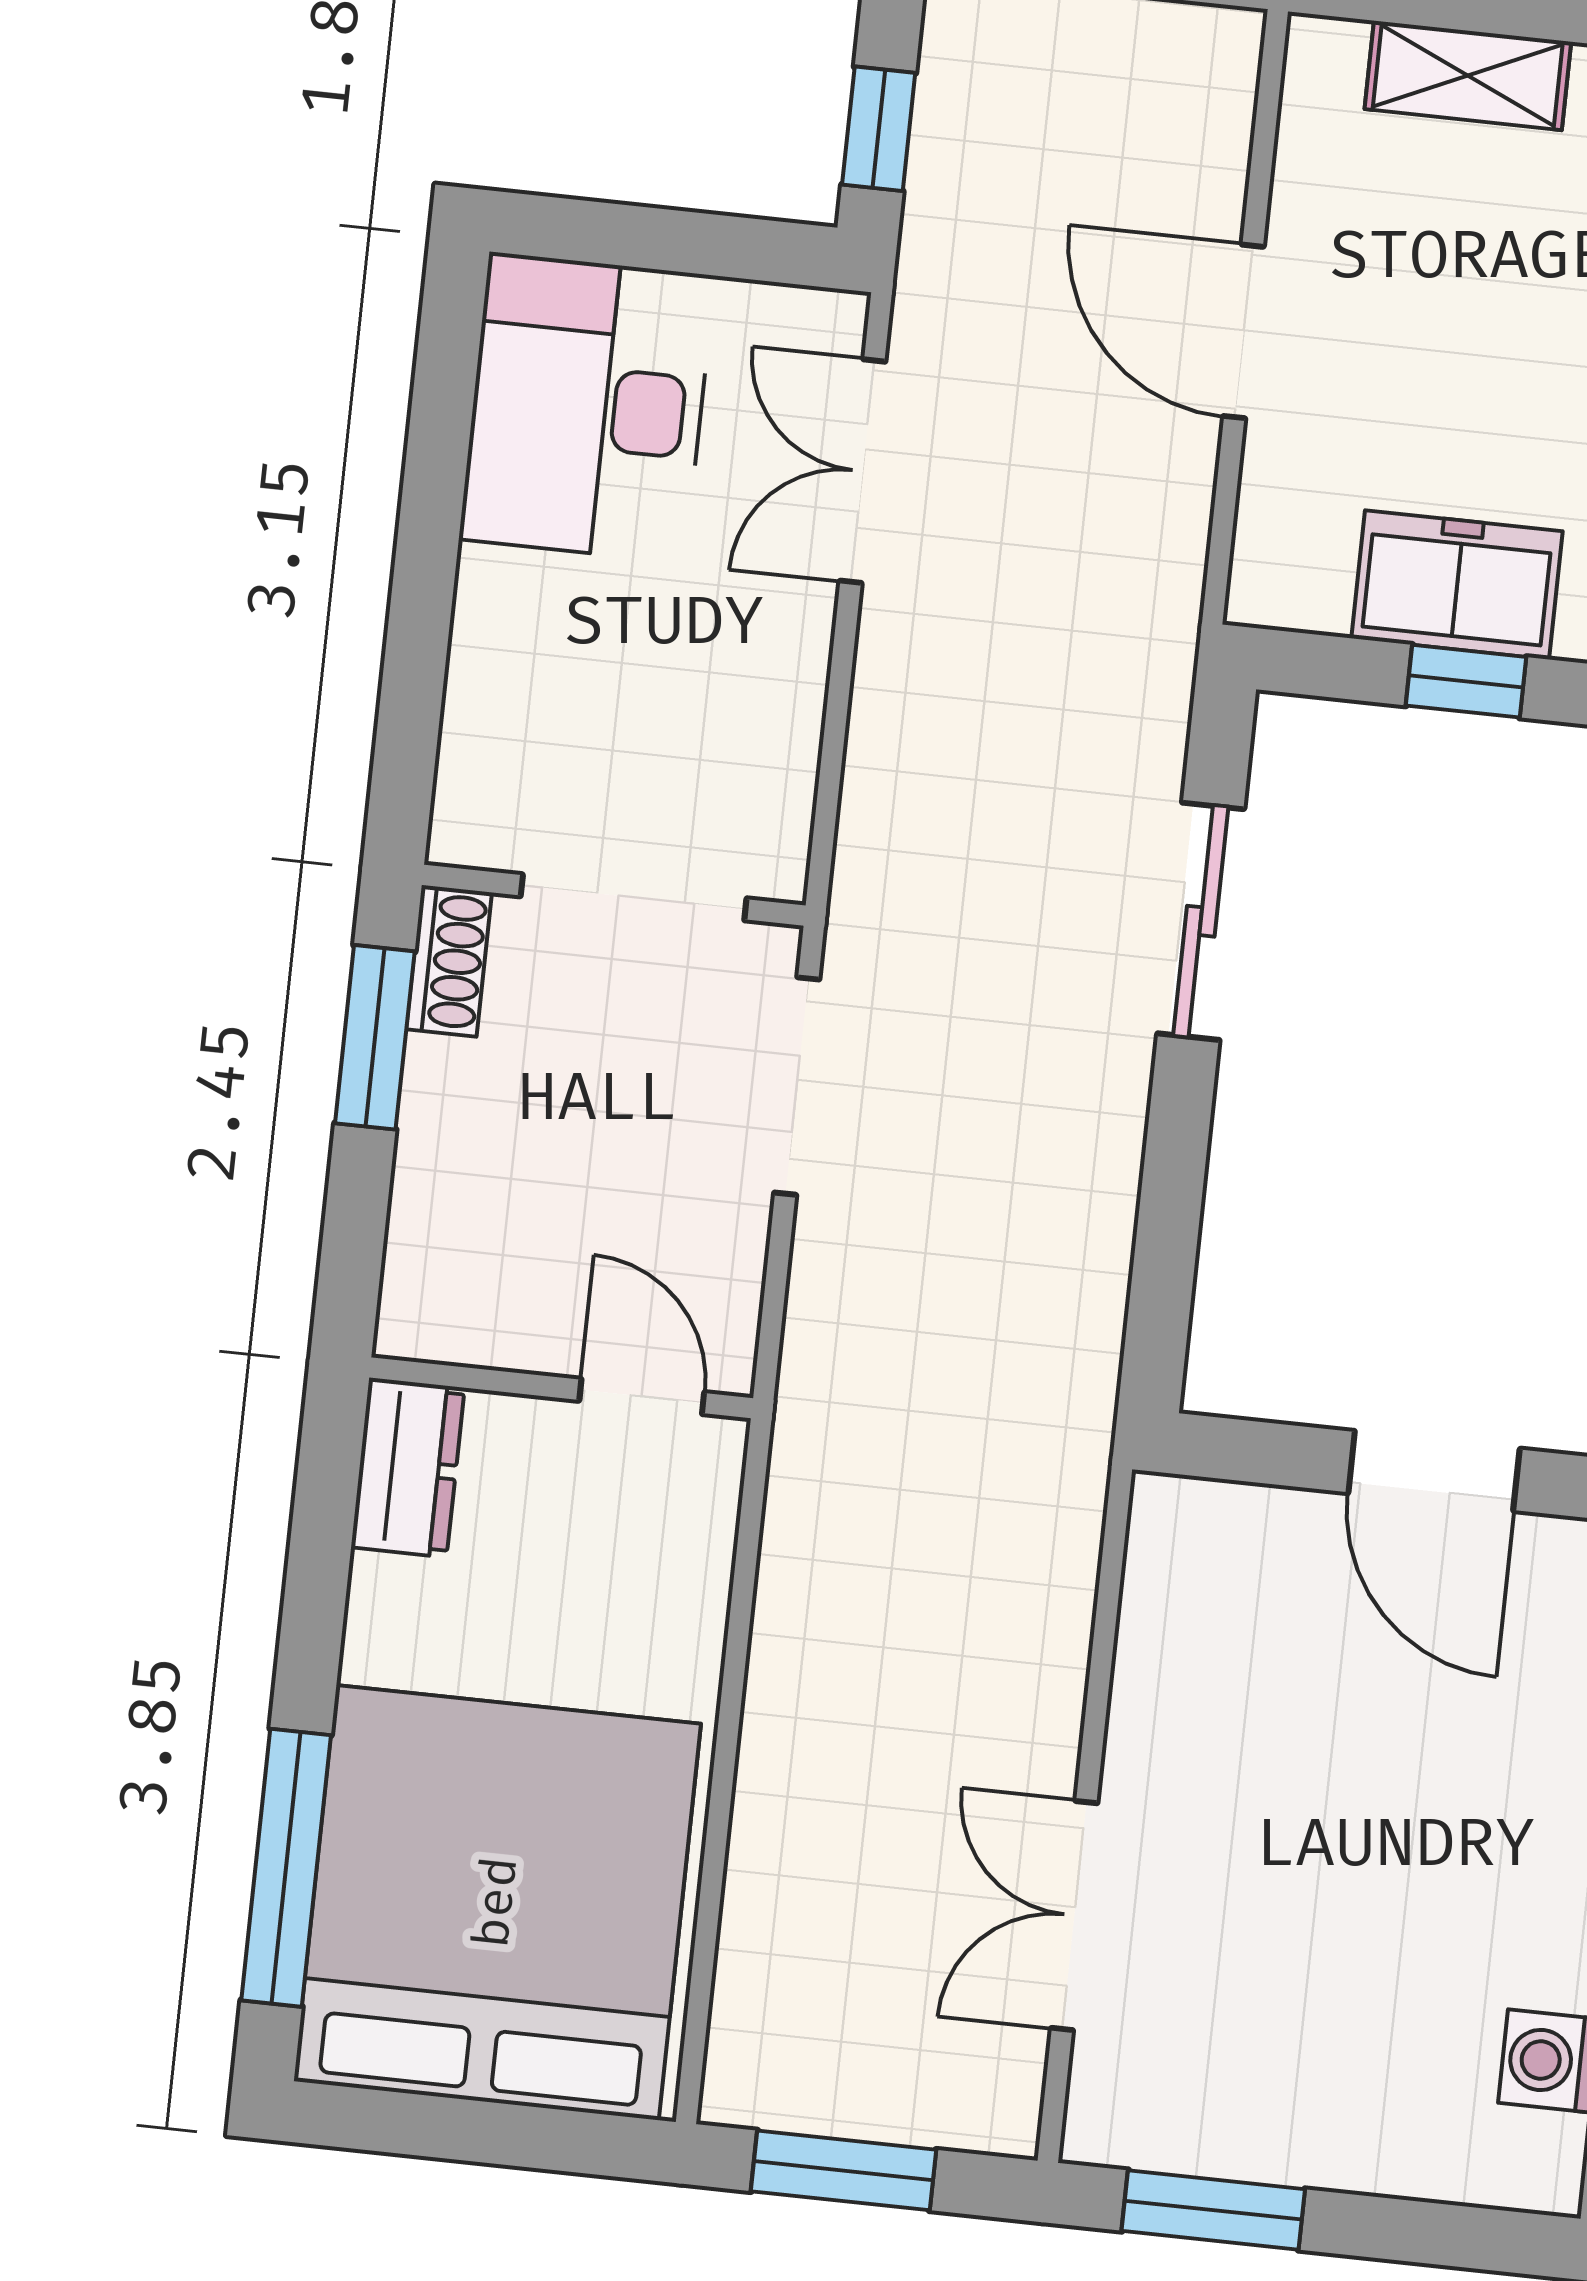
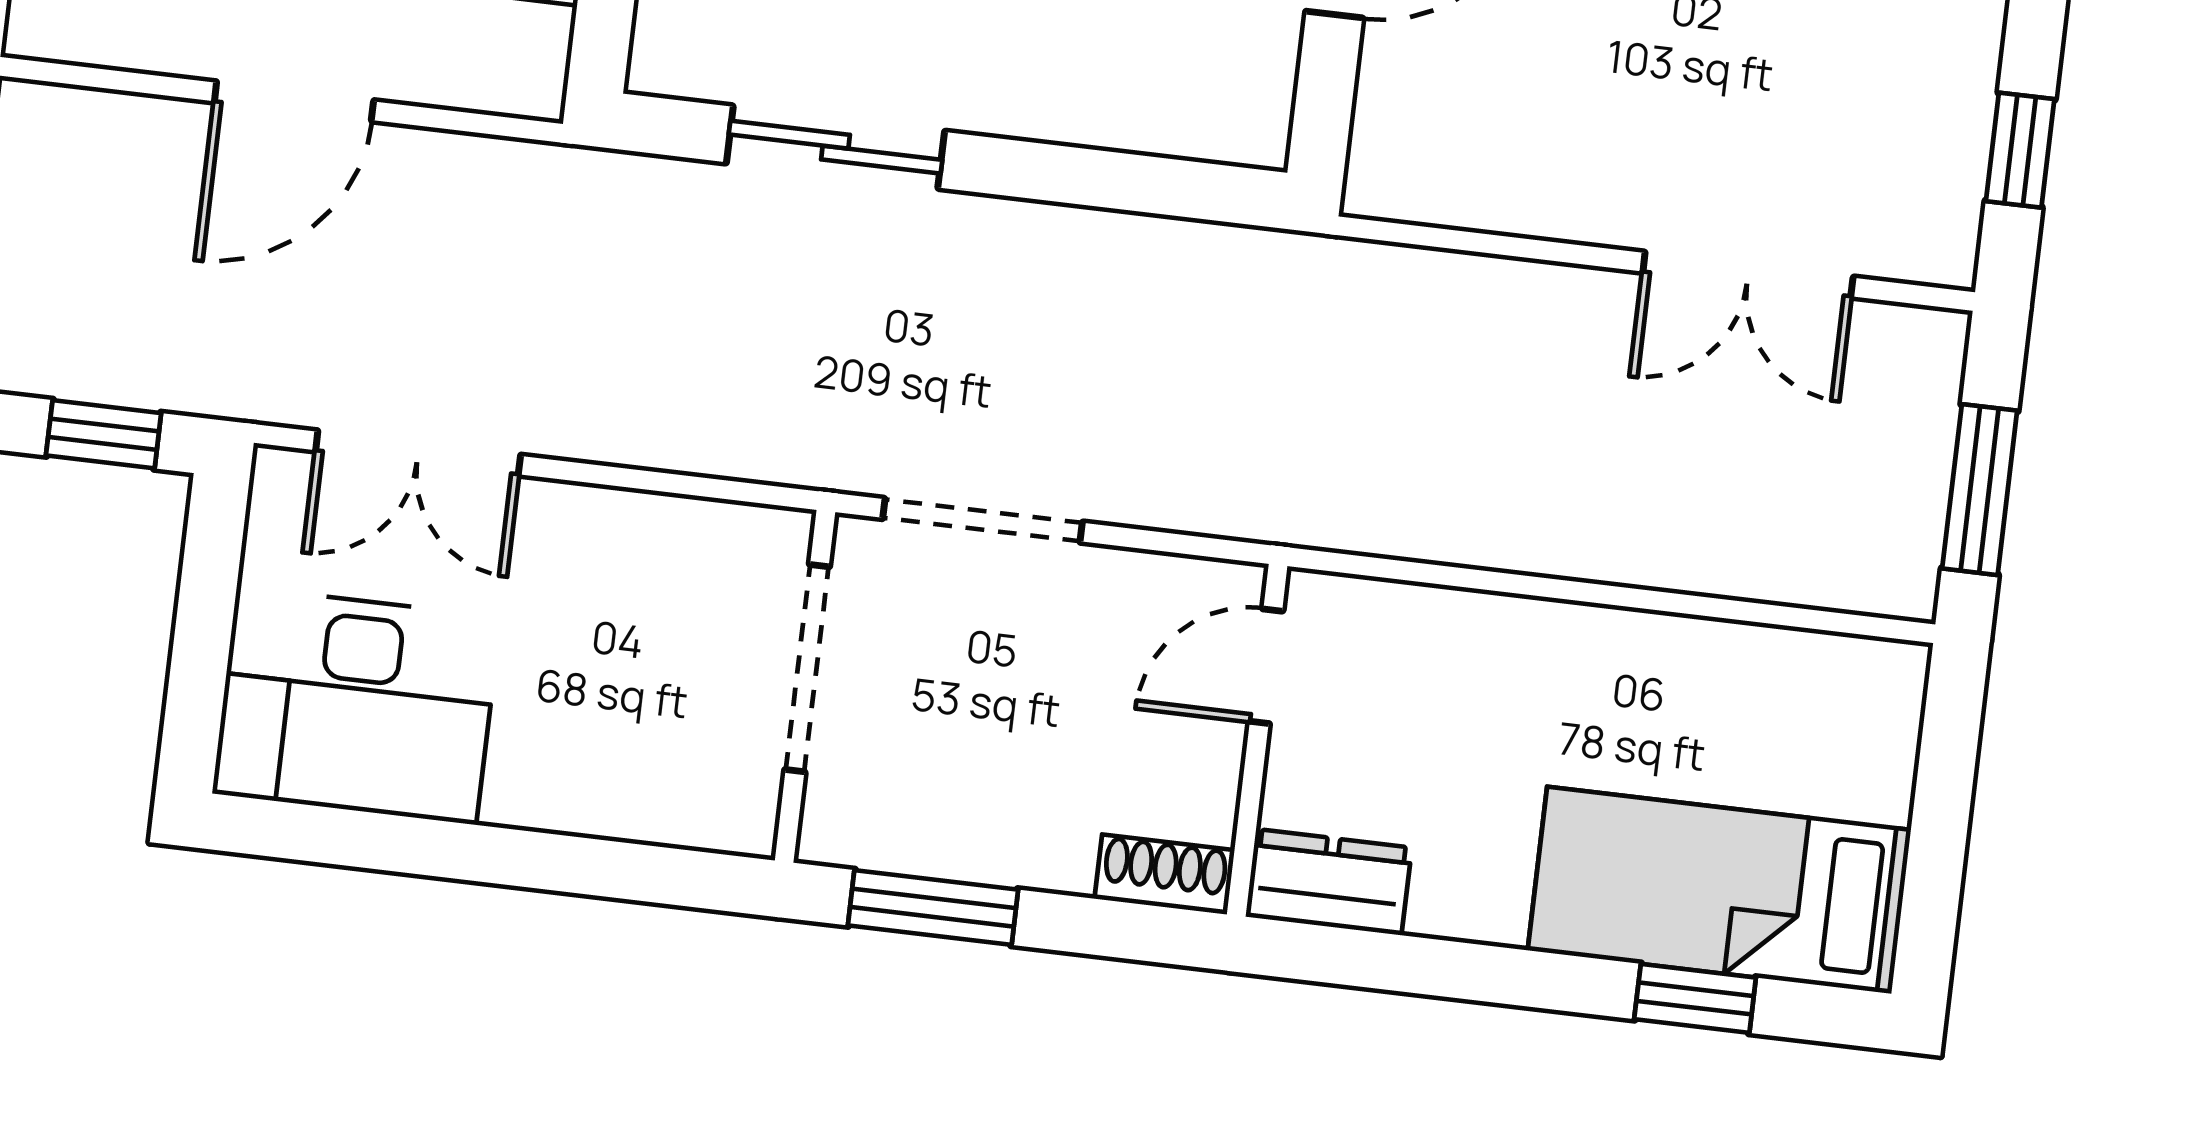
shoe rack: (449, 961) -> (1165, 874), moved
window: (286, 1868) -> (1695, 998), width x0.46
bed: (497, 1902) -> (1719, 890), width x0.49
window: (1213, 2210) -> (2020, 150), width x0.67

